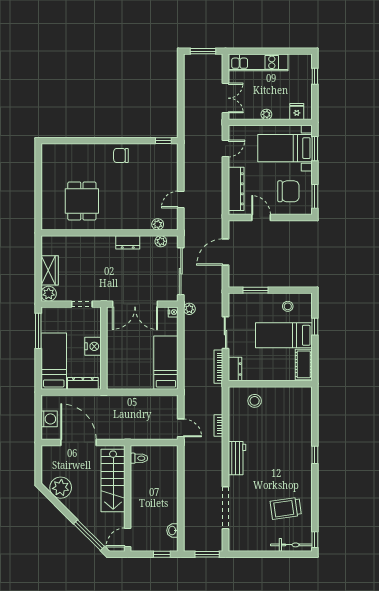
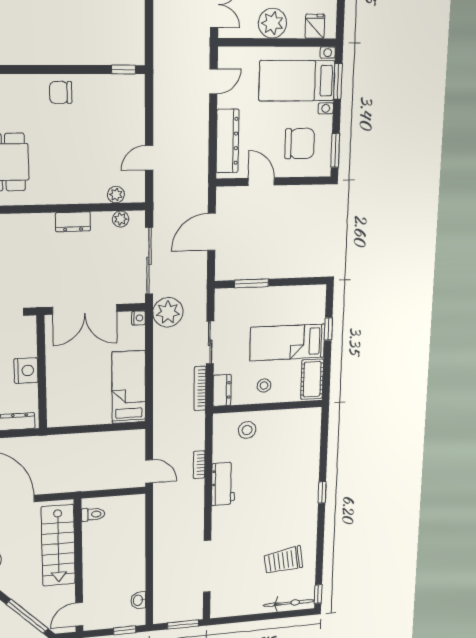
plant: (266, 114) -> (272, 23), width x1.88, depth x1.88
stool: (288, 306) -> (264, 385), moved
plant: (189, 309) -> (168, 312), width x1.88, depth x1.88
workbench: (237, 458) -> (223, 484), moved

